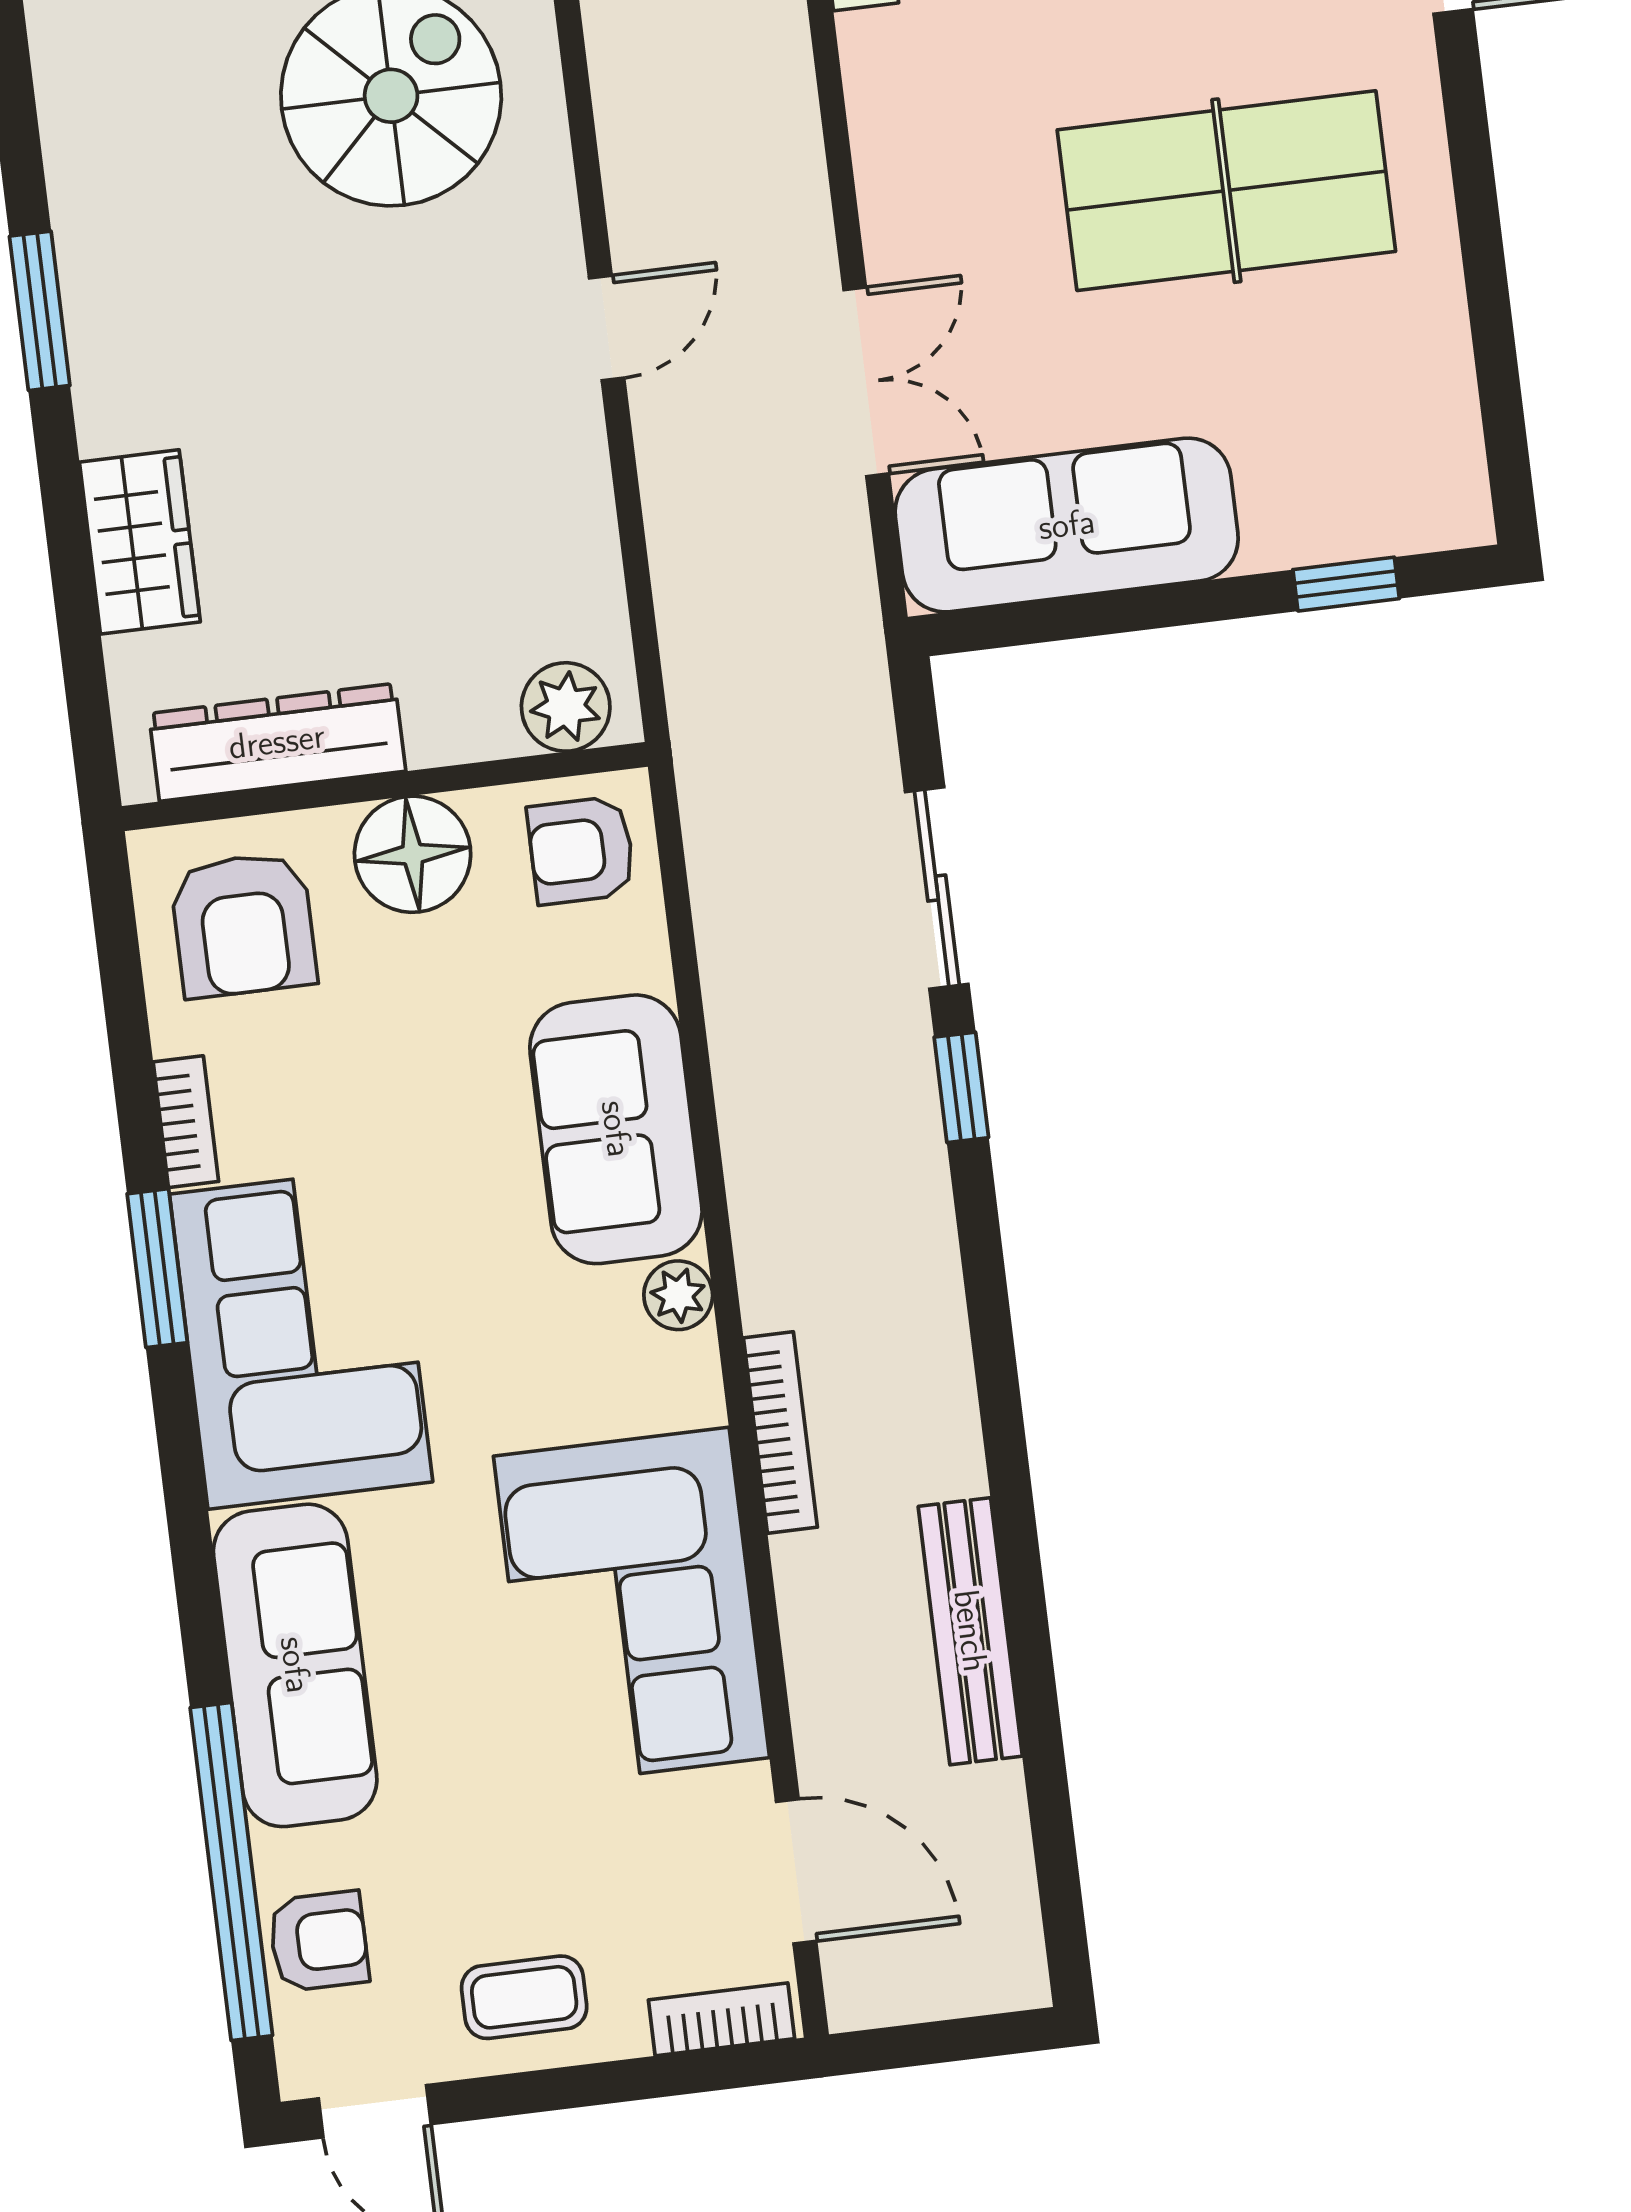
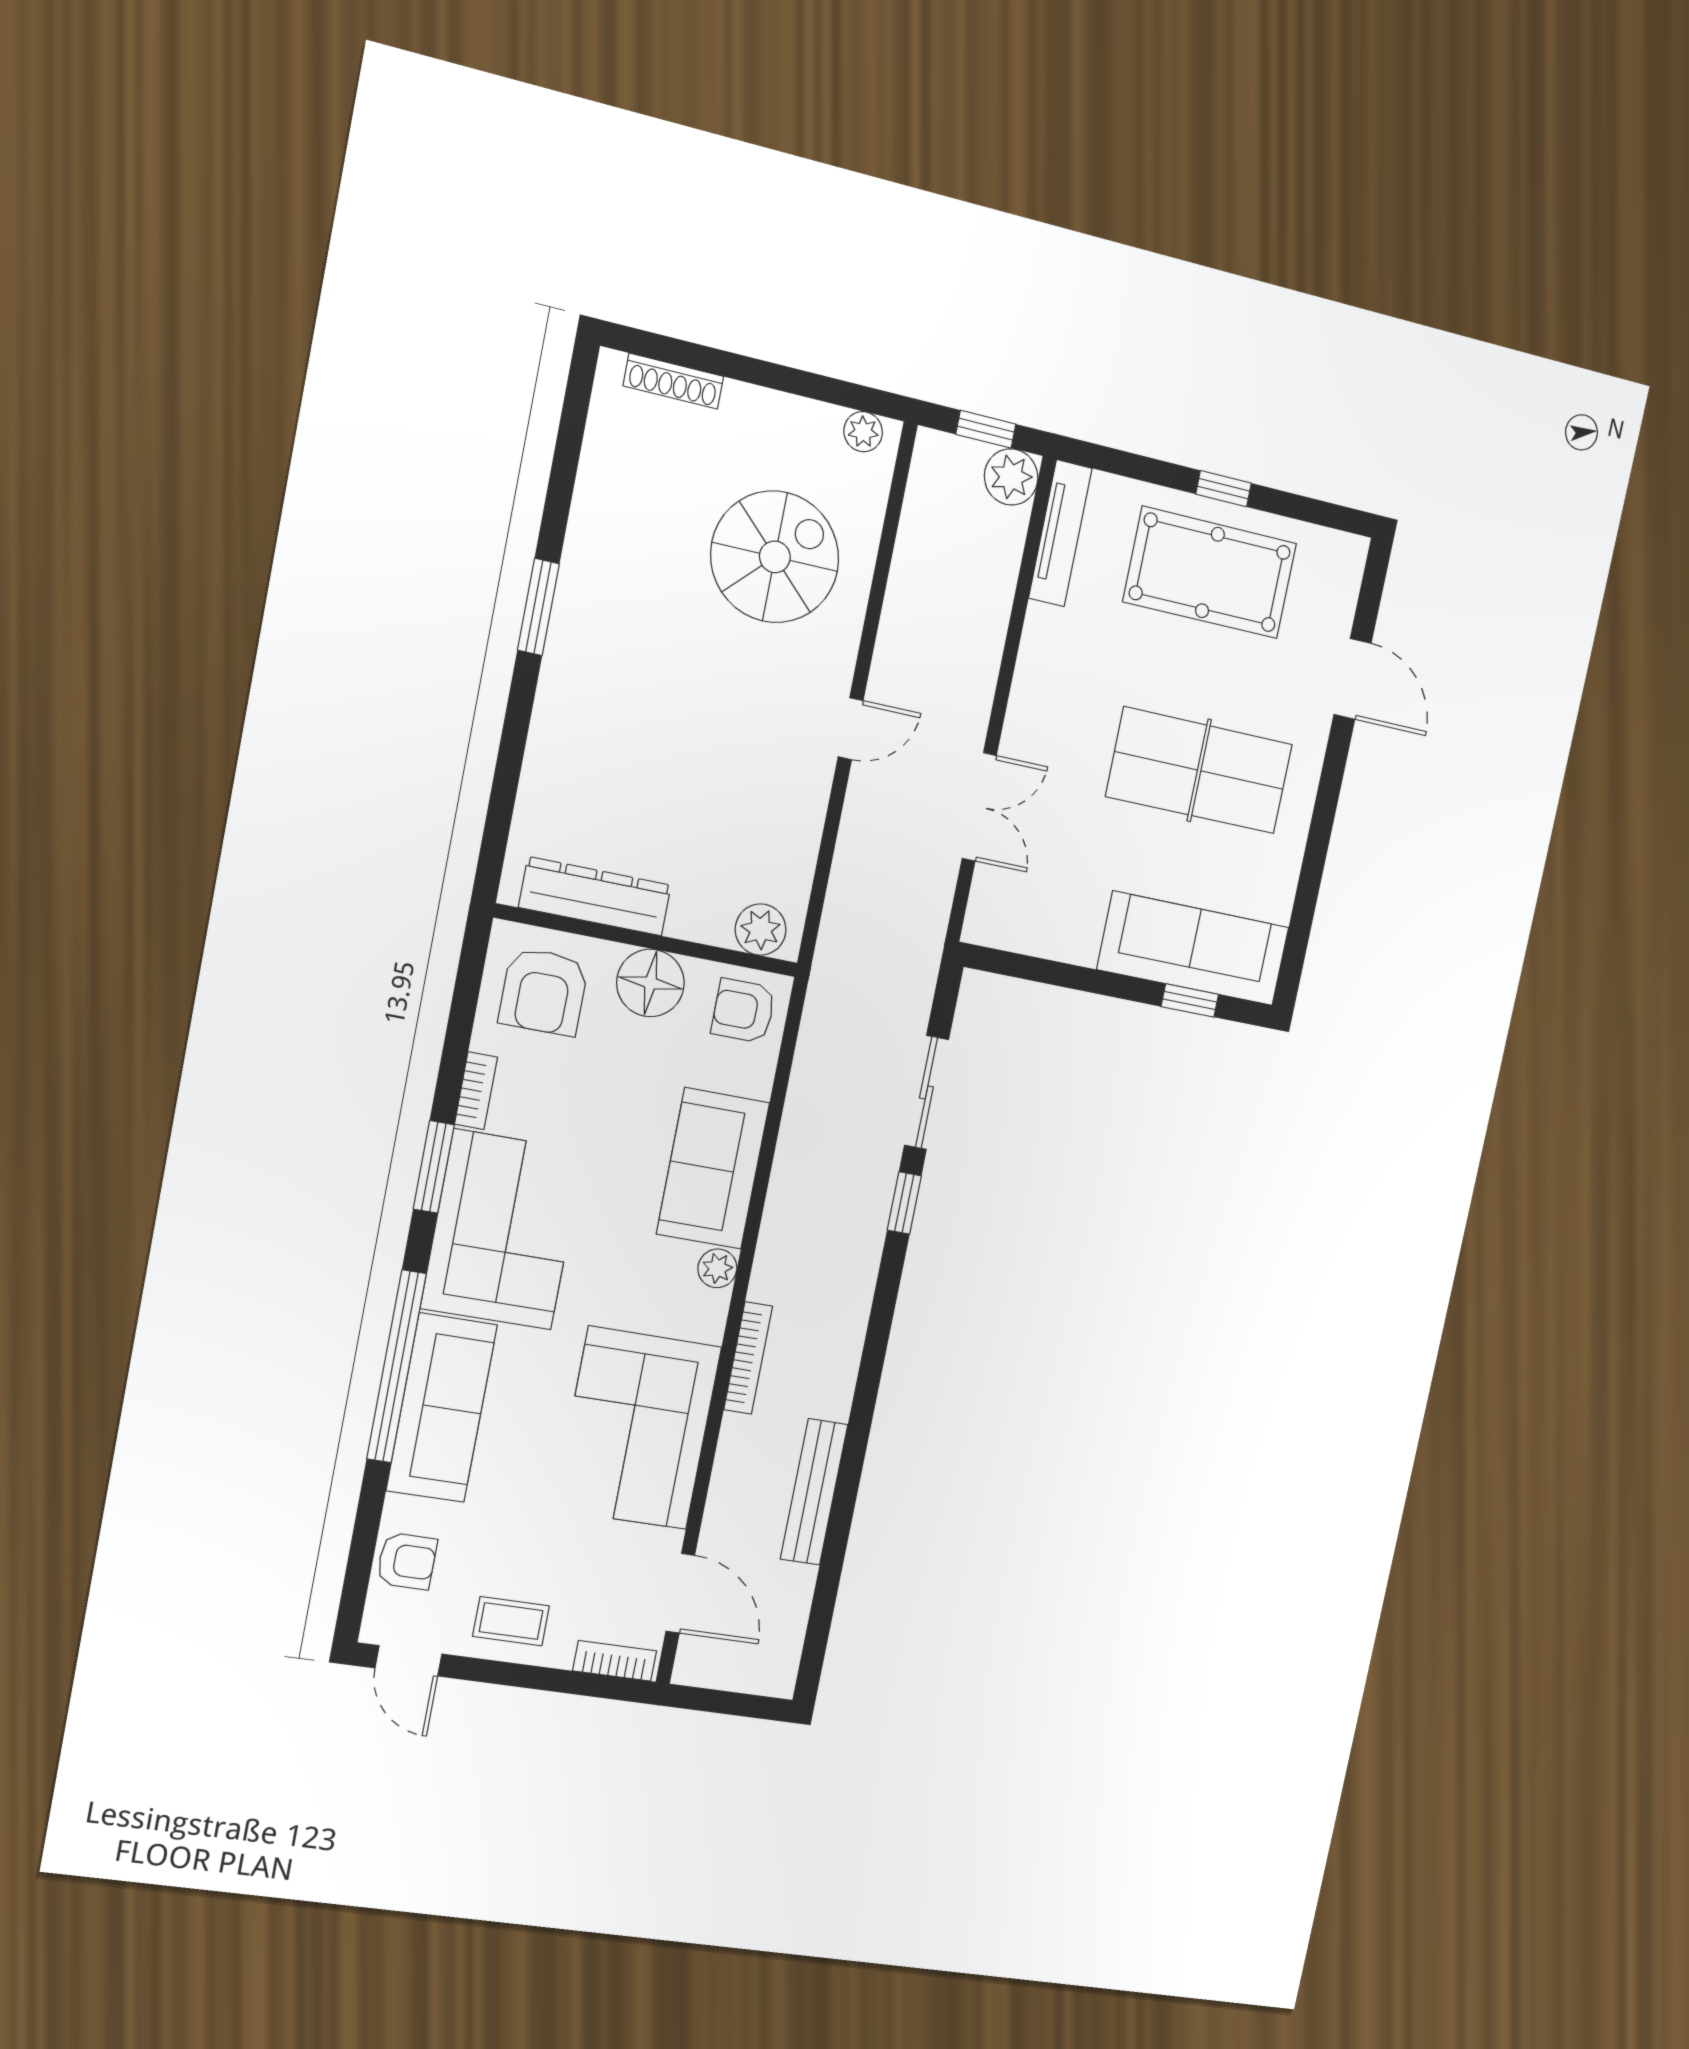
sofa: (1067, 525) -> (1193, 948), moved
wardrobe: (140, 542) -> (554, 758), removed
window: (231, 1872) -> (396, 1366), moved

